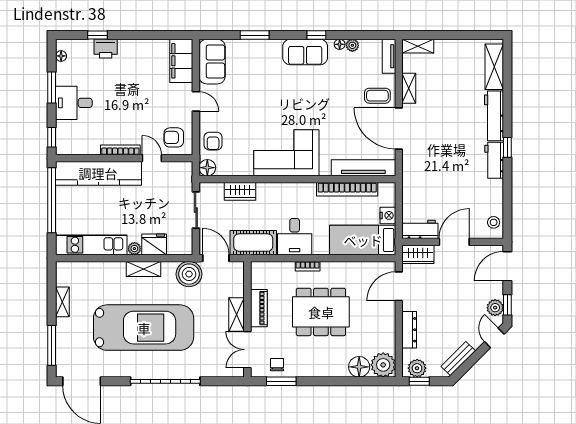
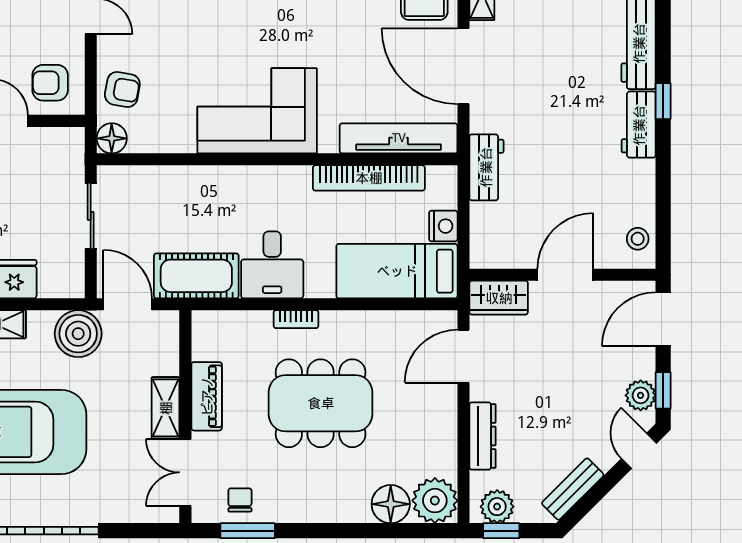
armchair: (213, 141) -> (122, 89), turned -80
wardrobe: (240, 191) -> (172, 182), removed
workbench: (420, 229) -> (486, 167), moved, turned 90

